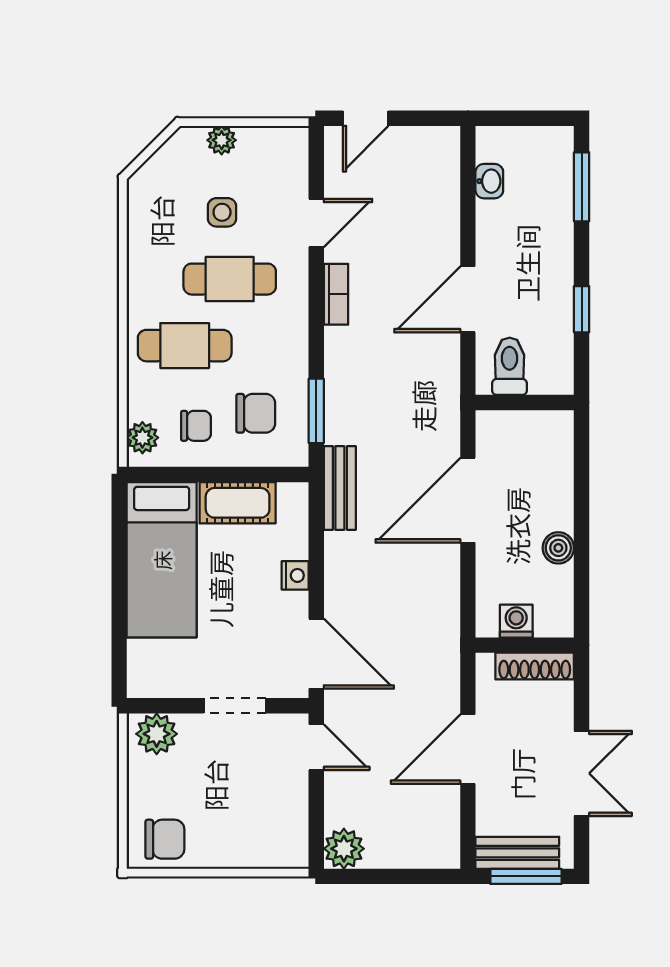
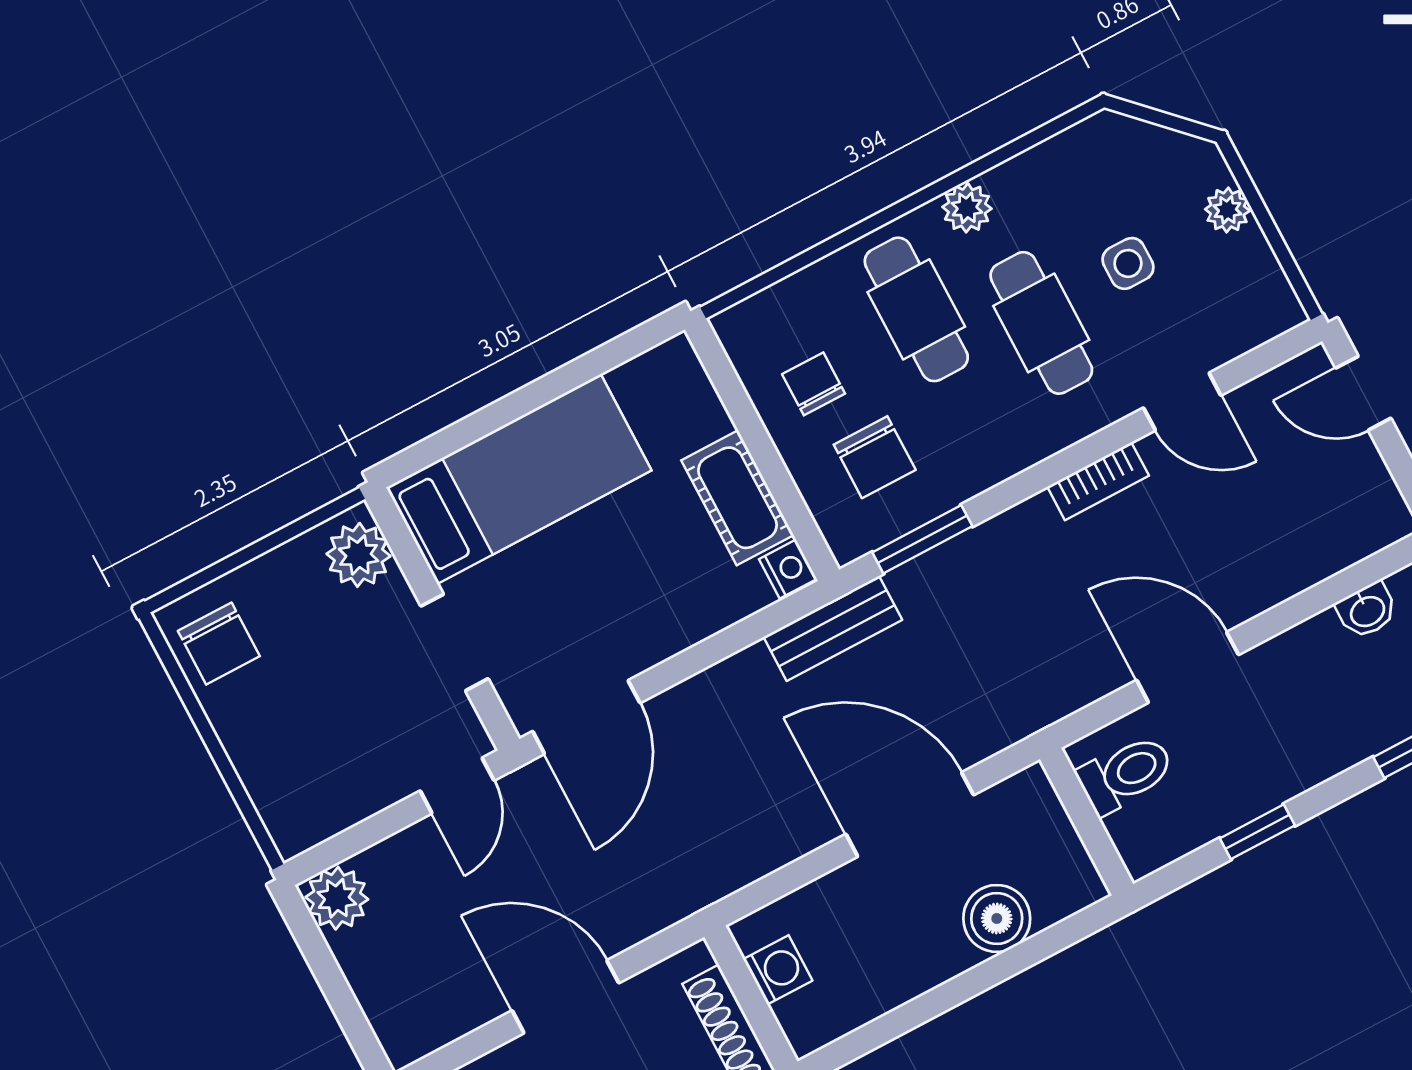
chair: (196, 426) -> (814, 384), turned 180
plant: (142, 438) -> (967, 208), moved
boiler: (558, 548) -> (997, 918), moved, width x1.36, depth x1.36
bed: (162, 560) -> (519, 479), moved, turned 180
nightstand: (295, 575) -> (788, 569), moved, turned -90

